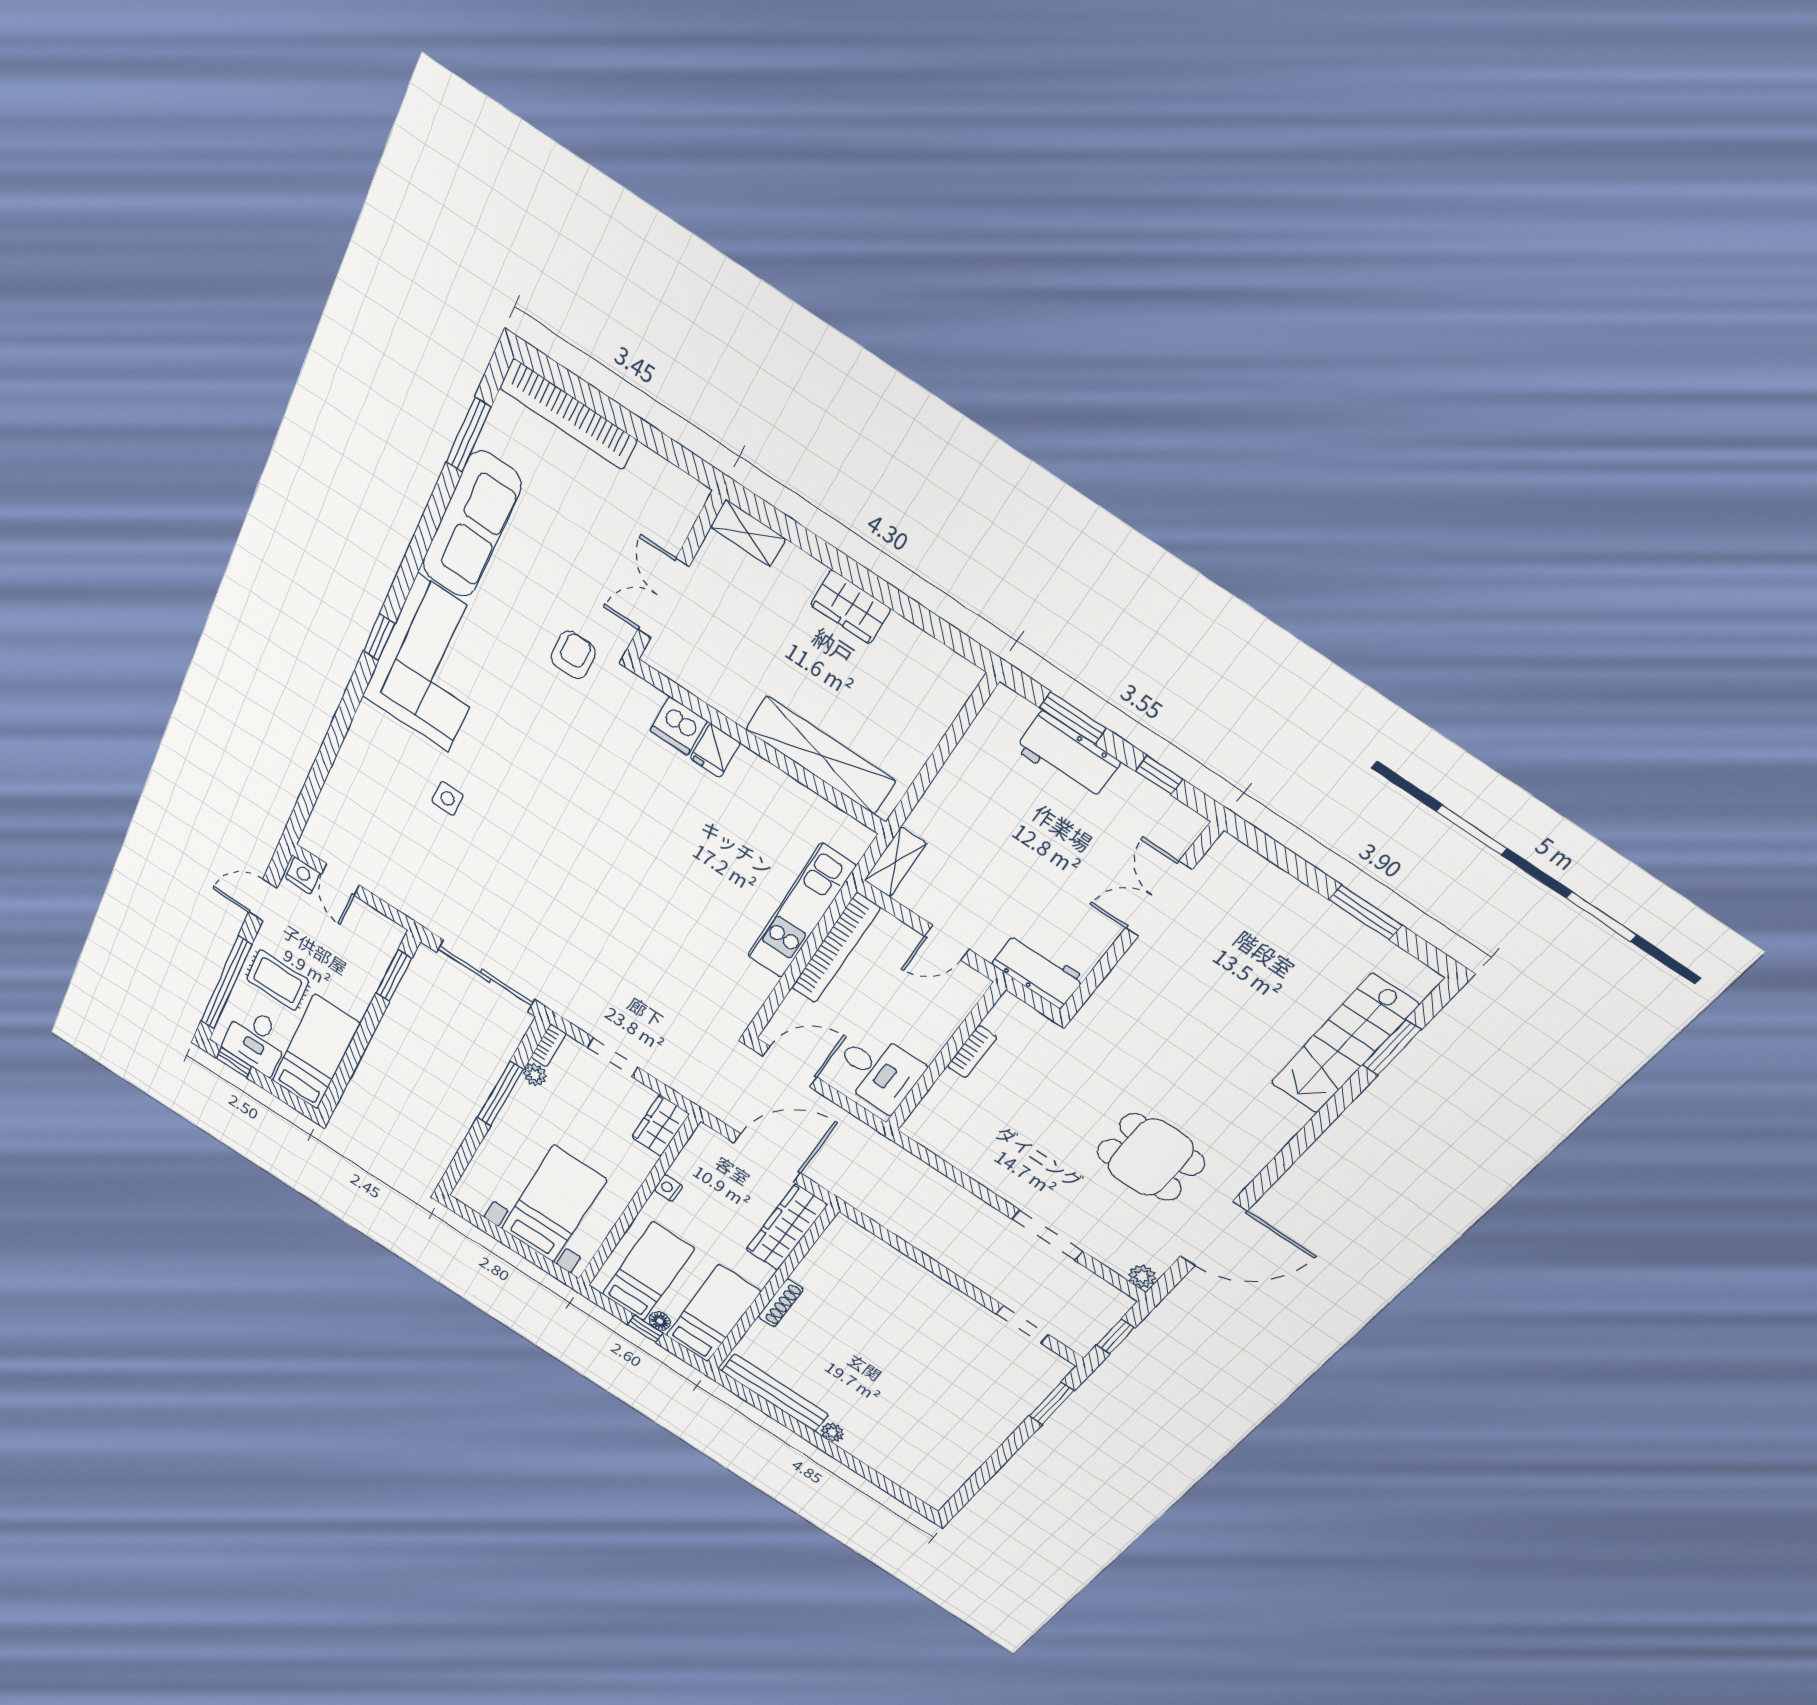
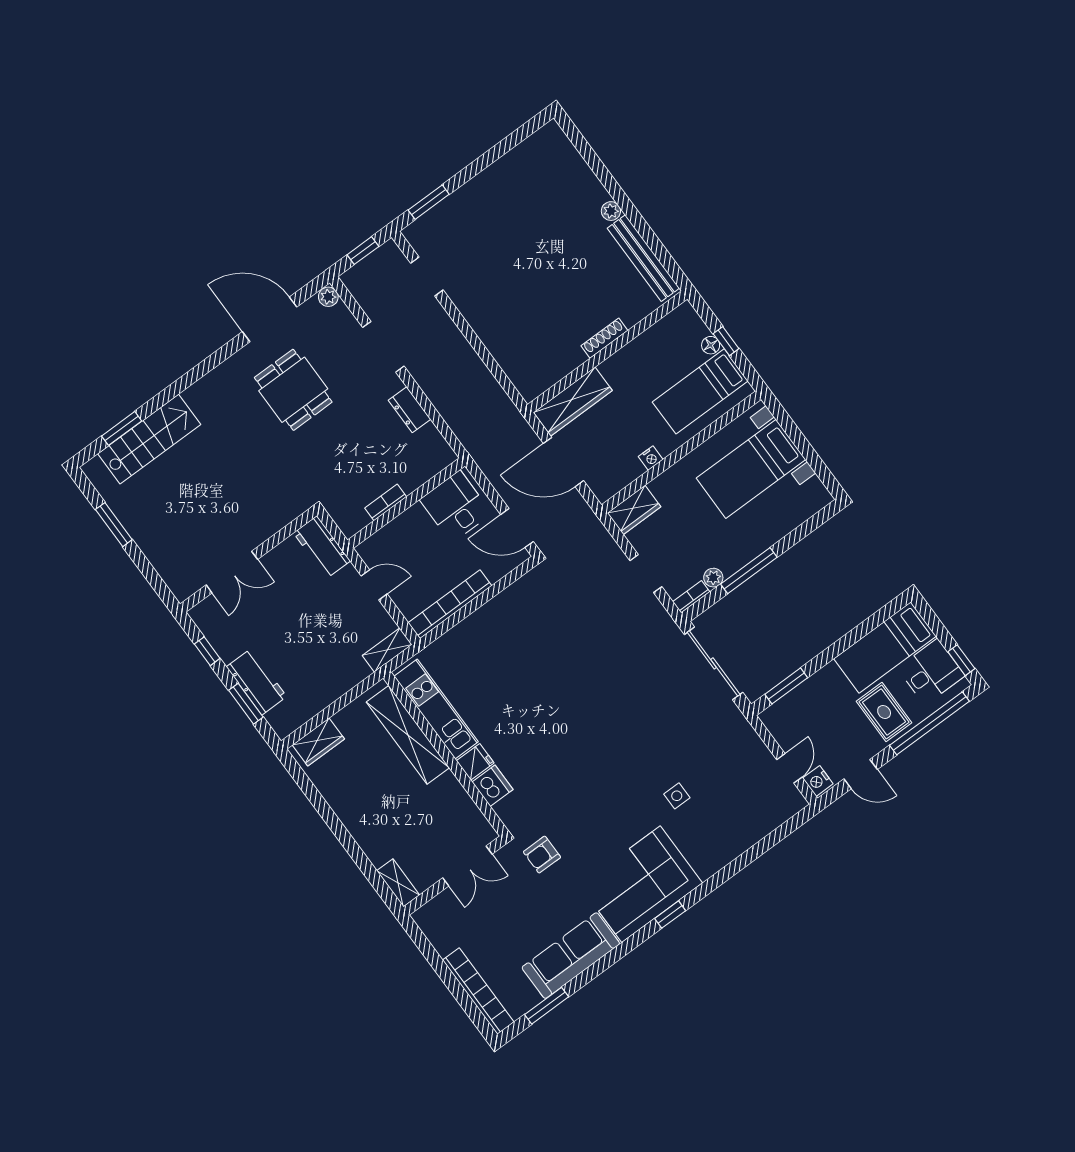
wardrobe: (851, 607) -> (318, 742), moved, turned 90
kitchen unit: (801, 911) -> (436, 709), moved, turned -90
dresser: (984, 1171) -> (409, 410), added
bed: (713, 1314) -> (663, 342), removed

